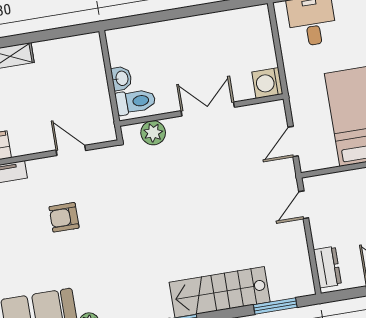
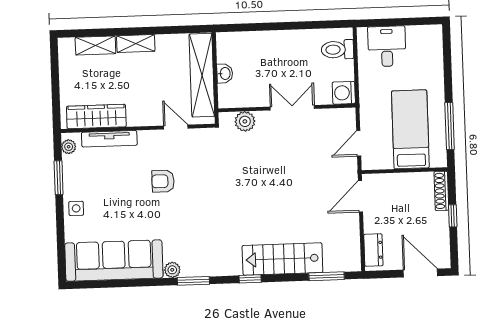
shelving: (94, 84) -> (202, 75), added
toilet: (135, 102) -> (337, 50), moved, turned 180
door: (304, 205) -> (361, 196), width x1.38

